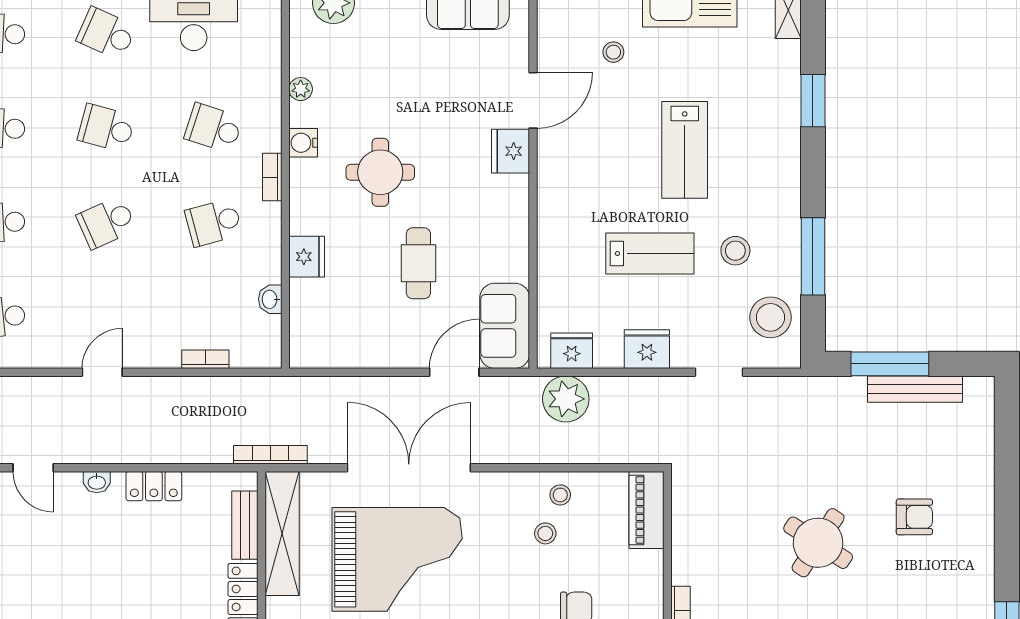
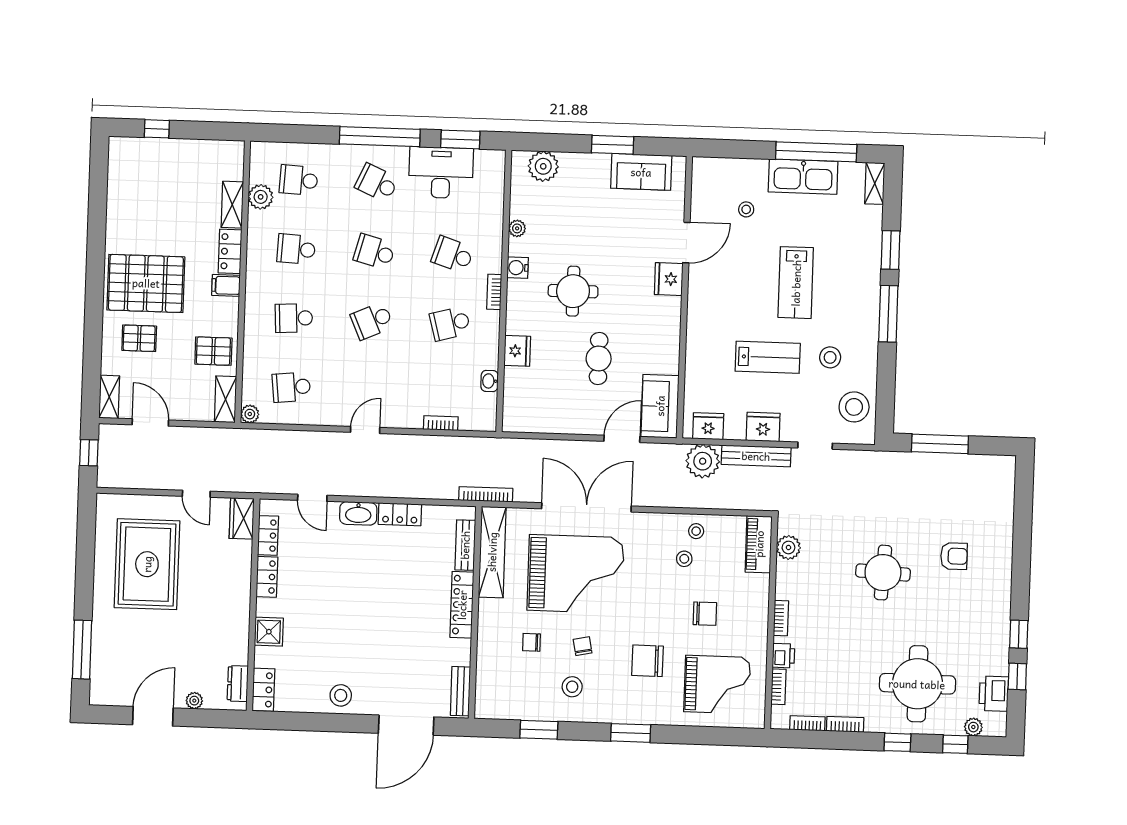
window: (813, 256) -> (888, 314), moved
bench: (915, 389) -> (756, 456), moved
washbasin: (97, 482) -> (358, 513), width x1.91, depth x1.45
plant: (687, 513) -> (788, 547), added
round table: (818, 543) -> (883, 573), turned -30

